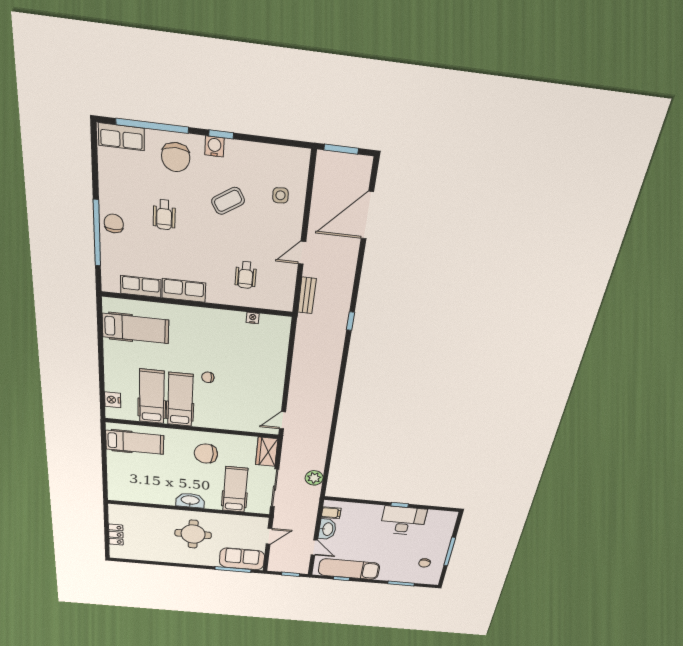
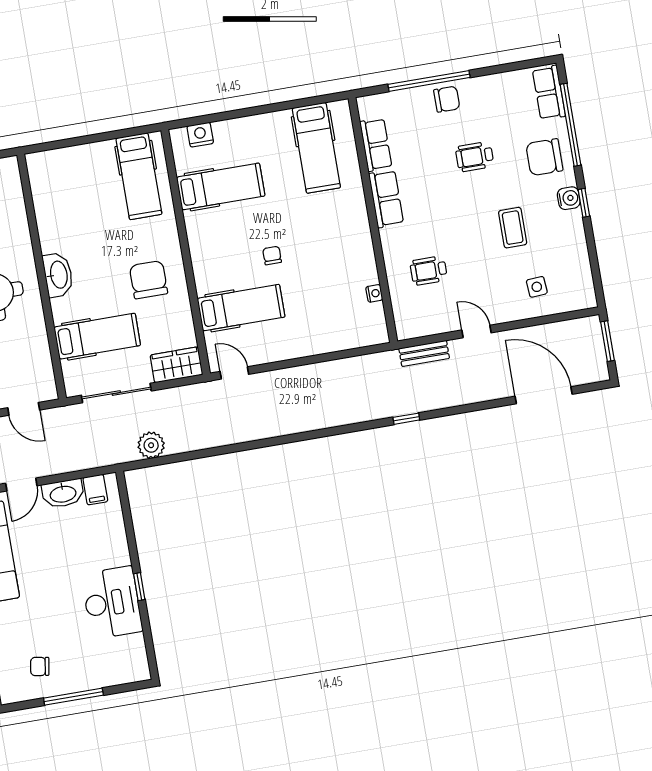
coffee table: (228, 201) -> (513, 228), turned 32
hospital bed: (180, 400) -> (241, 308), moved

